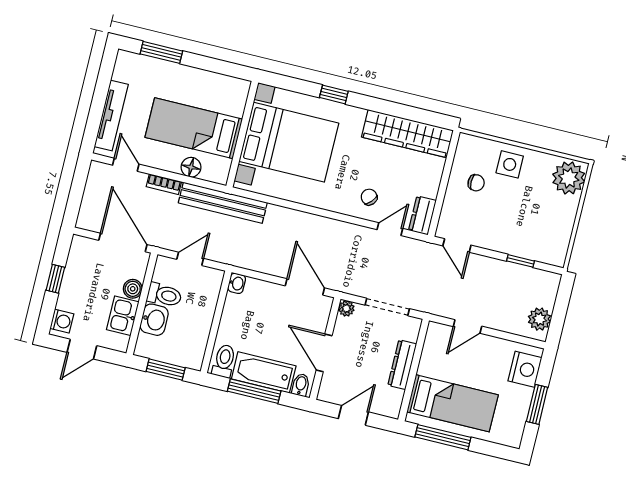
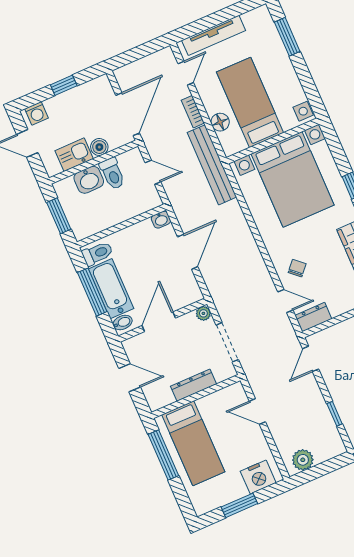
side table: (237, 88) -> (303, 111), added
door: (305, 287) -> (188, 252), moved

